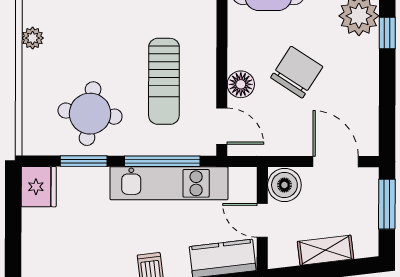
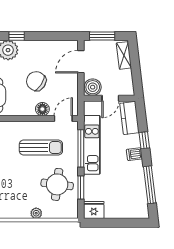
plant: (33, 38) -> (36, 213), moved
shelving: (325, 250) -> (124, 55), moved

